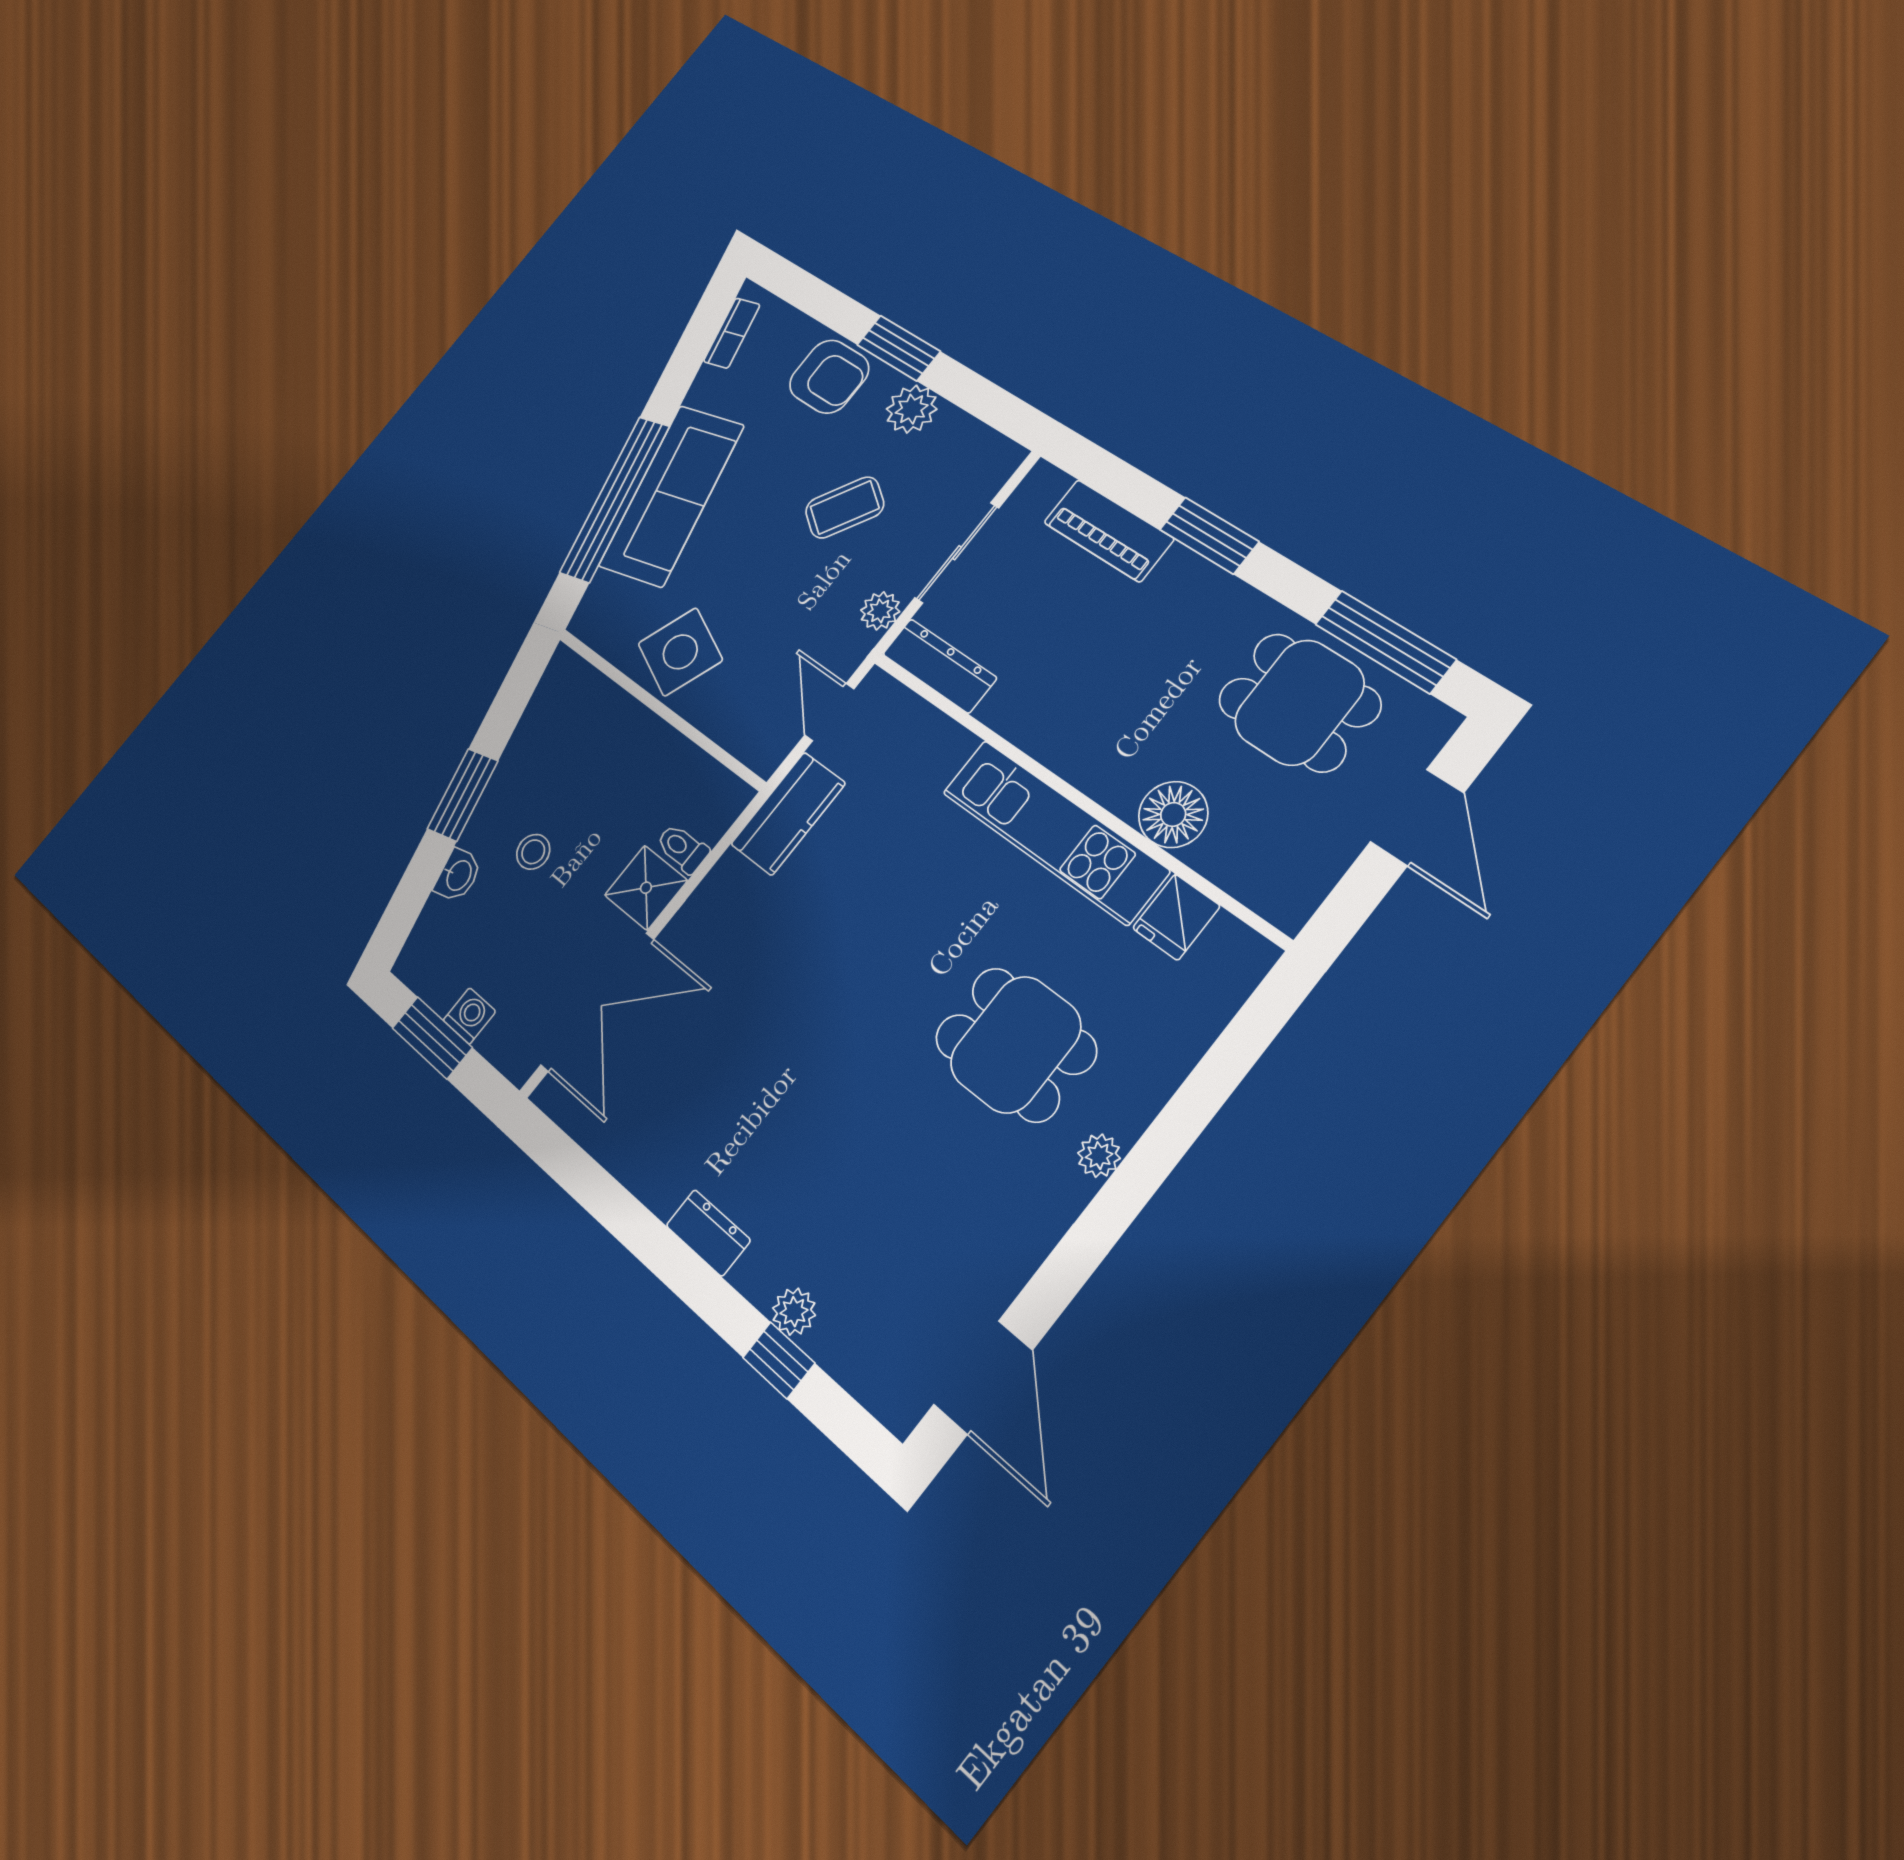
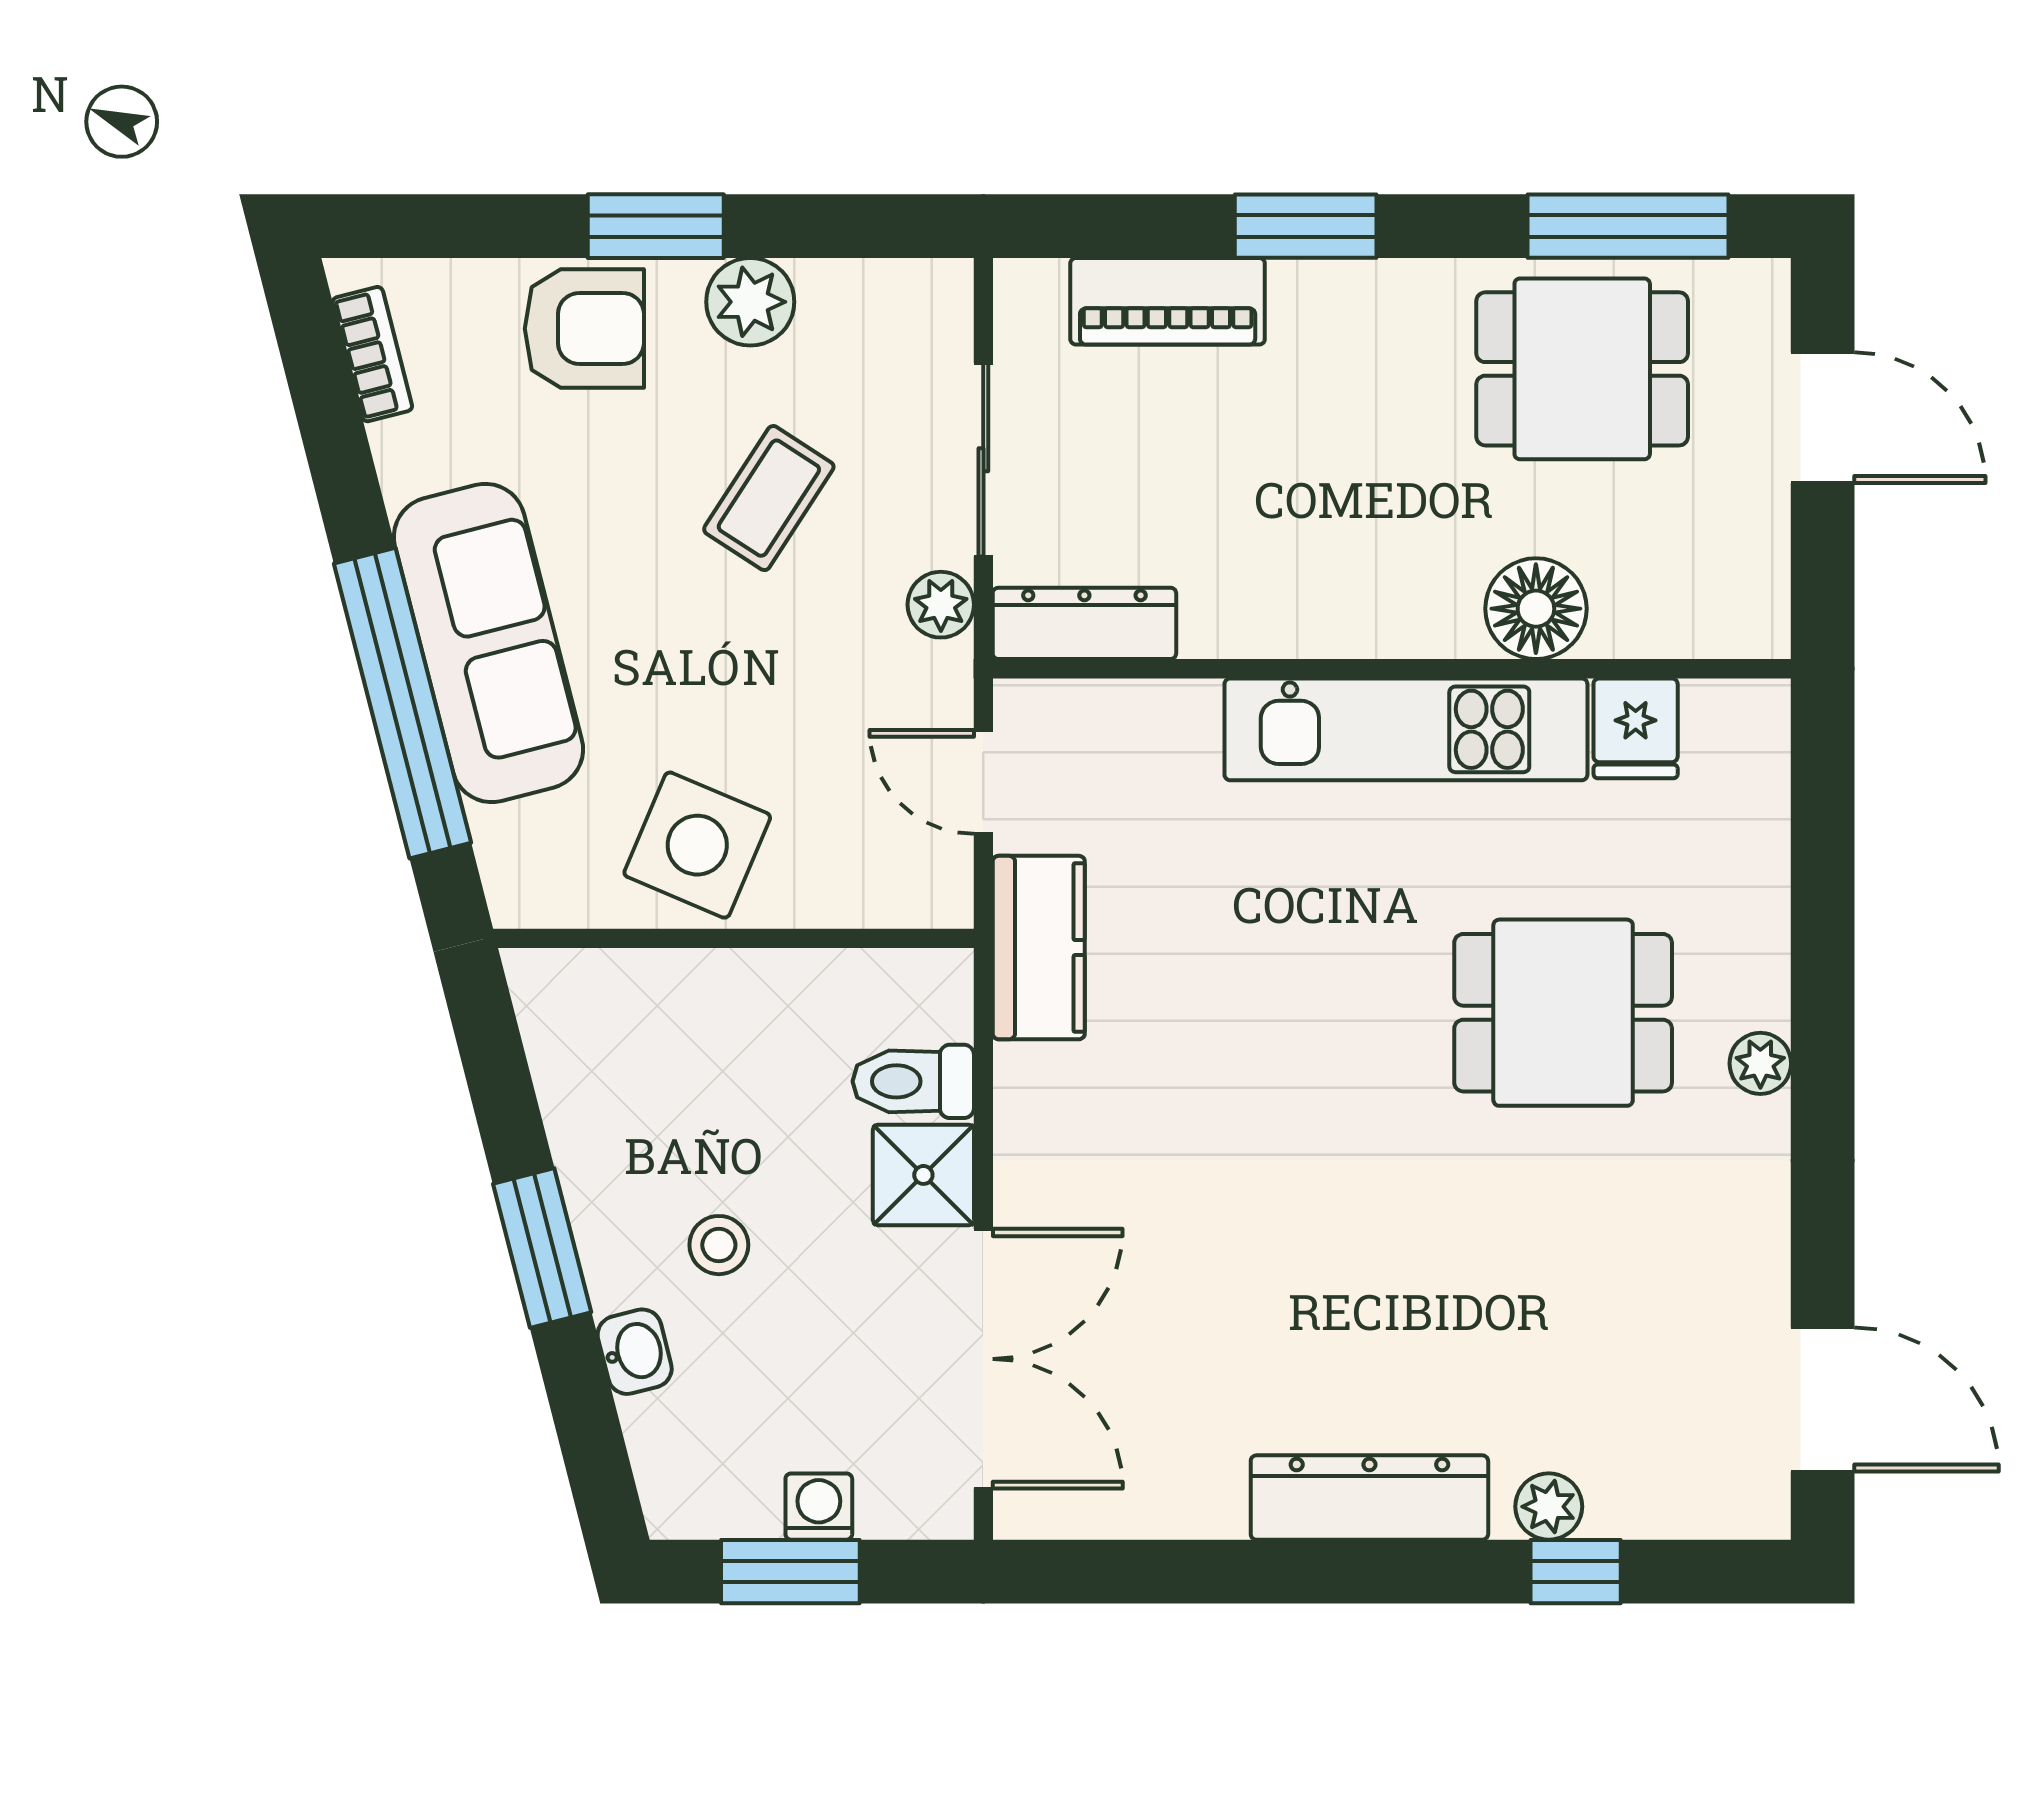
toilet: (682, 848) -> (913, 1081), width x1.37, depth x1.39
dresser: (708, 1233) -> (1369, 1498), width x1.96, depth x1.24

